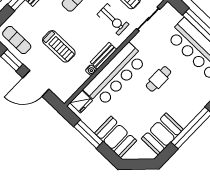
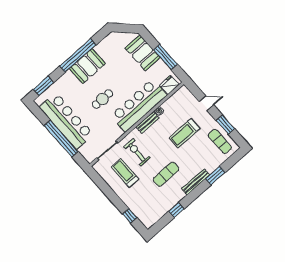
treadmill: (59, 46) -> (185, 133), turned -90
door: (36, 84) -> (206, 103), width x0.53
booth: (162, 134) -> (87, 66), moved

